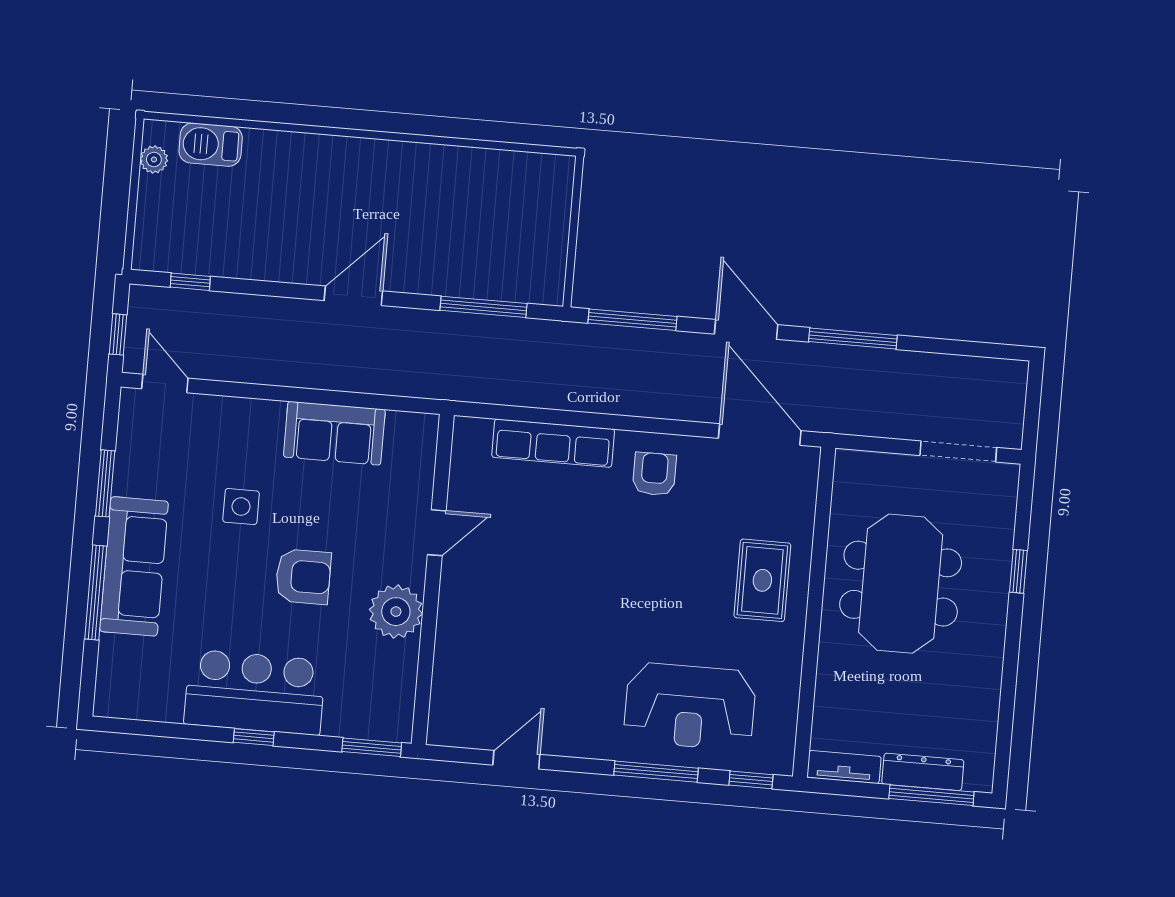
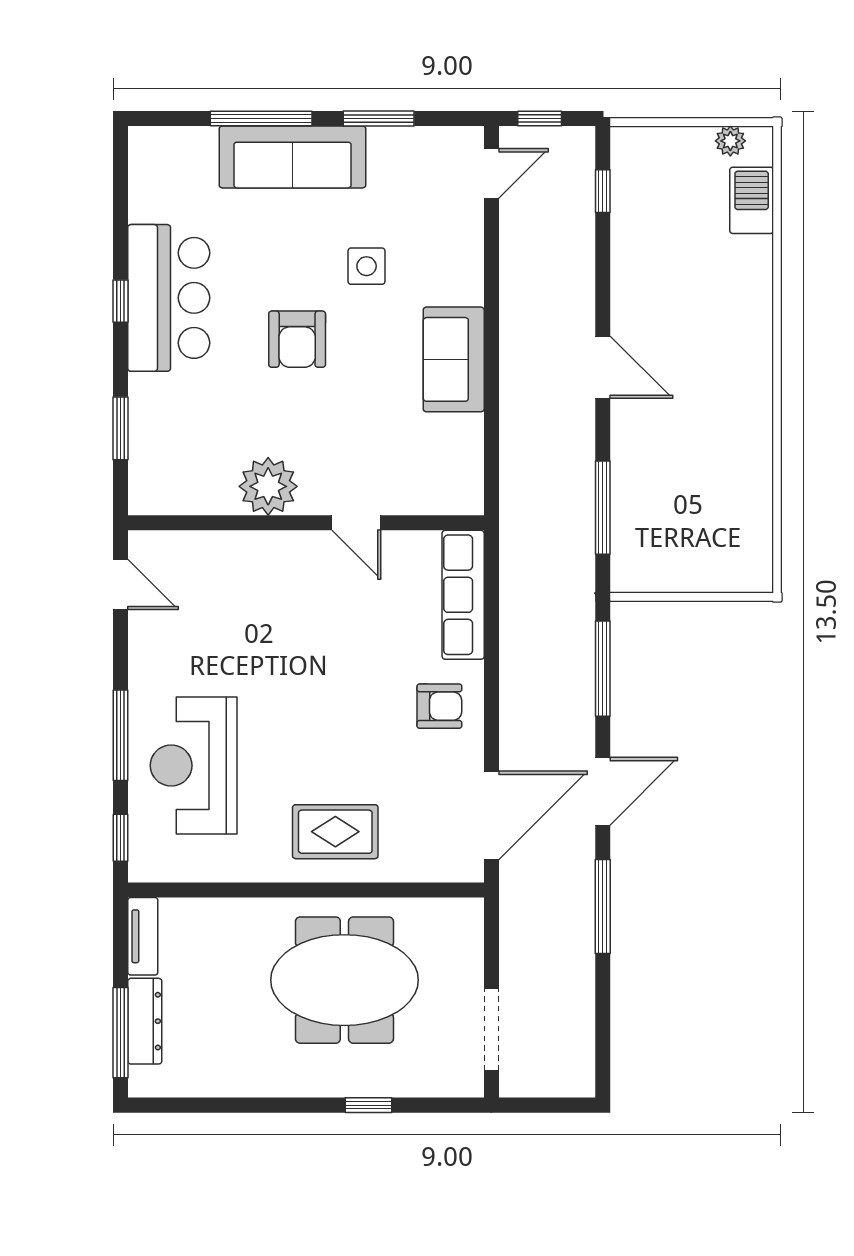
door: (437, 533) -> (356, 523), moved
wall: (433, 579) -> (306, 523), moved
plant: (396, 612) -> (268, 486), moved

